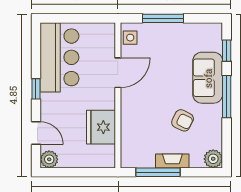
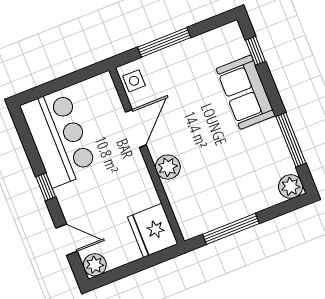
window: (227, 97) -> (291, 140), moved
plant: (130, 110) -> (168, 167), added
armchair: (183, 120) -> (236, 155), removed
fridge: (101, 127) -> (153, 230), moved
fireplace: (172, 161) -> (243, 208), removed

